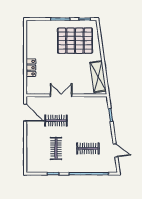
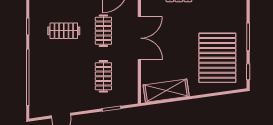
double door: (61, 95) -> (139, 38), width x1.37
clothes rail: (88, 148) -> (103, 76), moved

